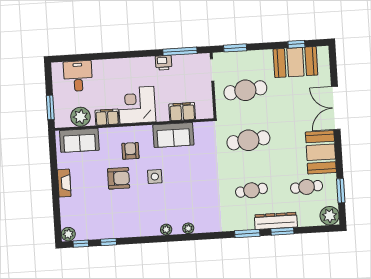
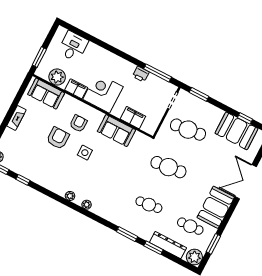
armchair: (119, 178) -> (58, 138), turned -90
dresser: (276, 221) -> (168, 245), moved

